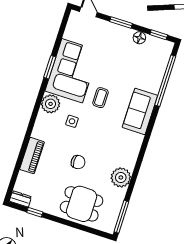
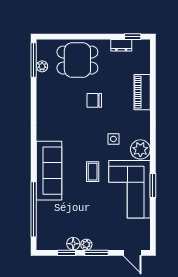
plant: (128, 33) -> (86, 245), added
window: (159, 35) -> (67, 253), moved
sofa: (140, 111) -> (49, 171), width x1.36
plant: (121, 177) -> (42, 66), moved, width x0.53, depth x0.53
dresser: (20, 199) -> (121, 45), moved
window: (35, 212) -> (133, 37), moved

